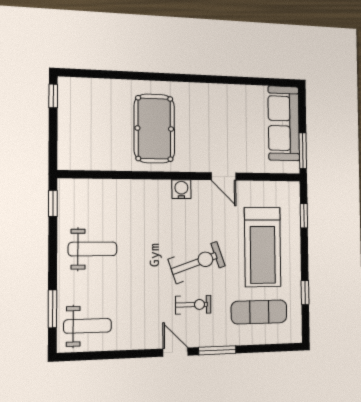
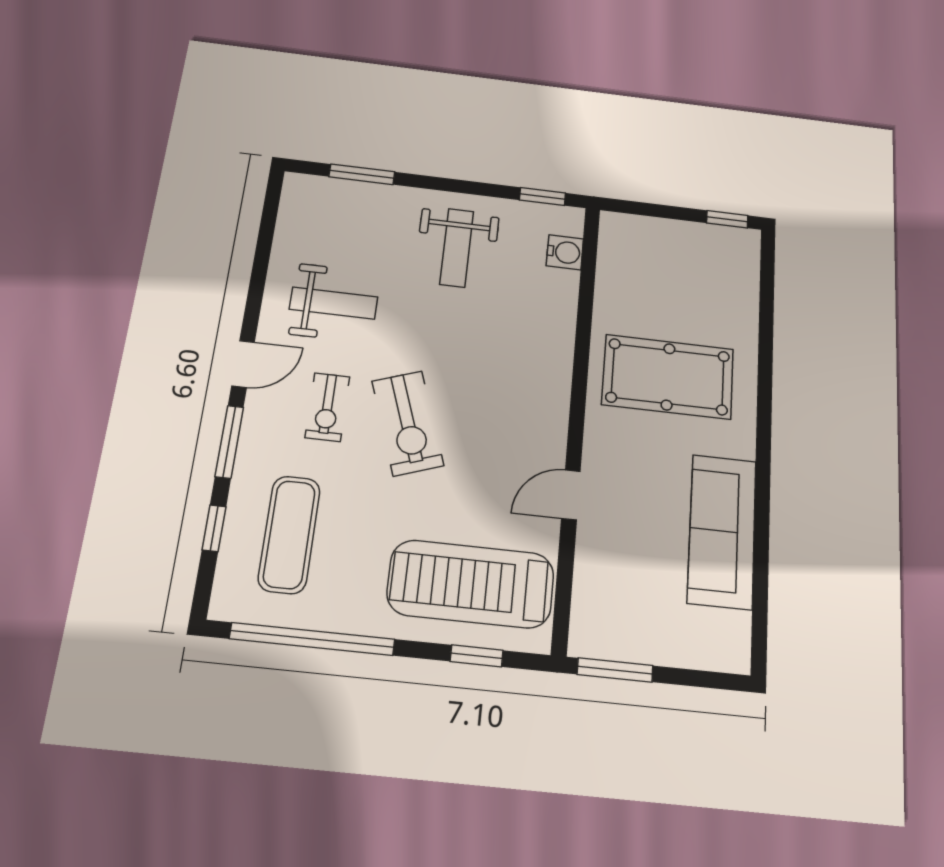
sofa: (284, 123) -> (722, 531), moved, turned -90
water cooler: (181, 189) -> (565, 252), moved
treadmill: (263, 247) -> (471, 584), moved
window: (305, 292) -> (312, 639), width x3.17
weight bench: (88, 326) -> (334, 303), moved, turned -90
window: (260, 348) -> (214, 528), added

